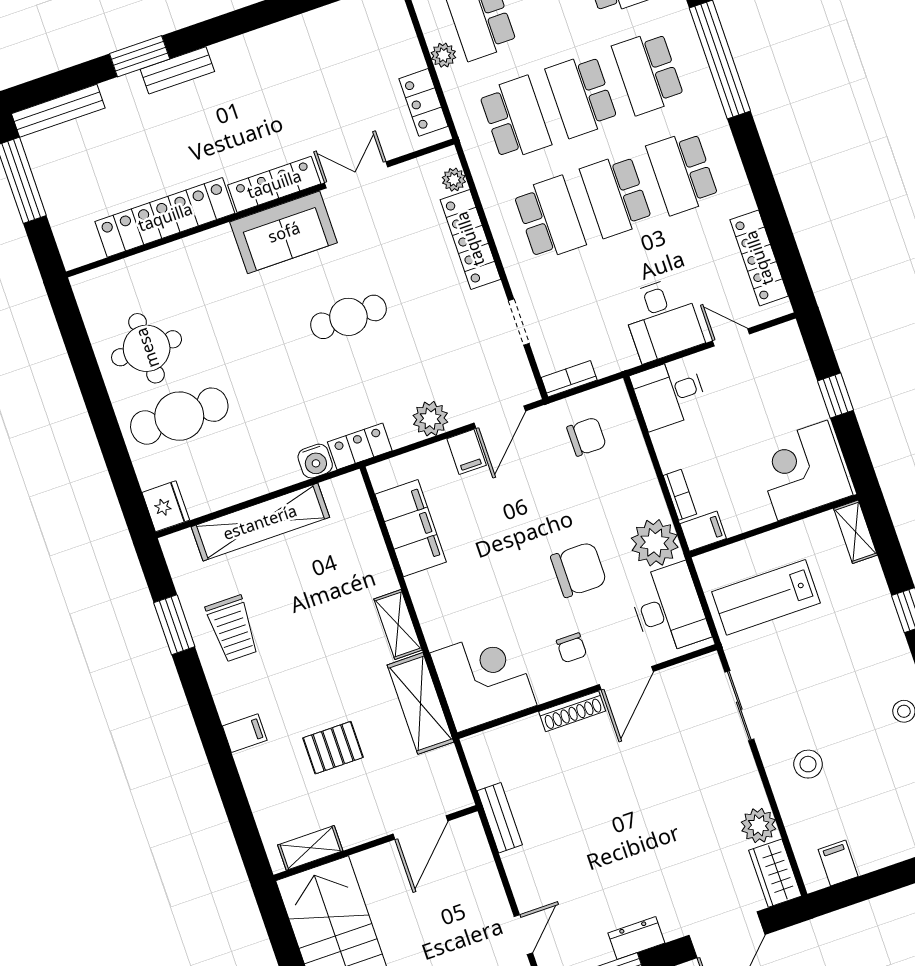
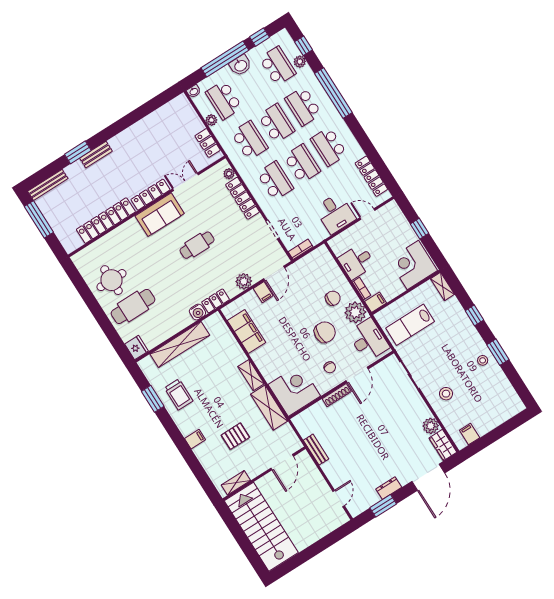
school desk: (582, 95) -> (276, 123), turned 180
school desk: (616, 195) -> (302, 164), turned 180
desk: (669, 394) -> (357, 262), moved
chair: (587, 437) -> (333, 298), moved

